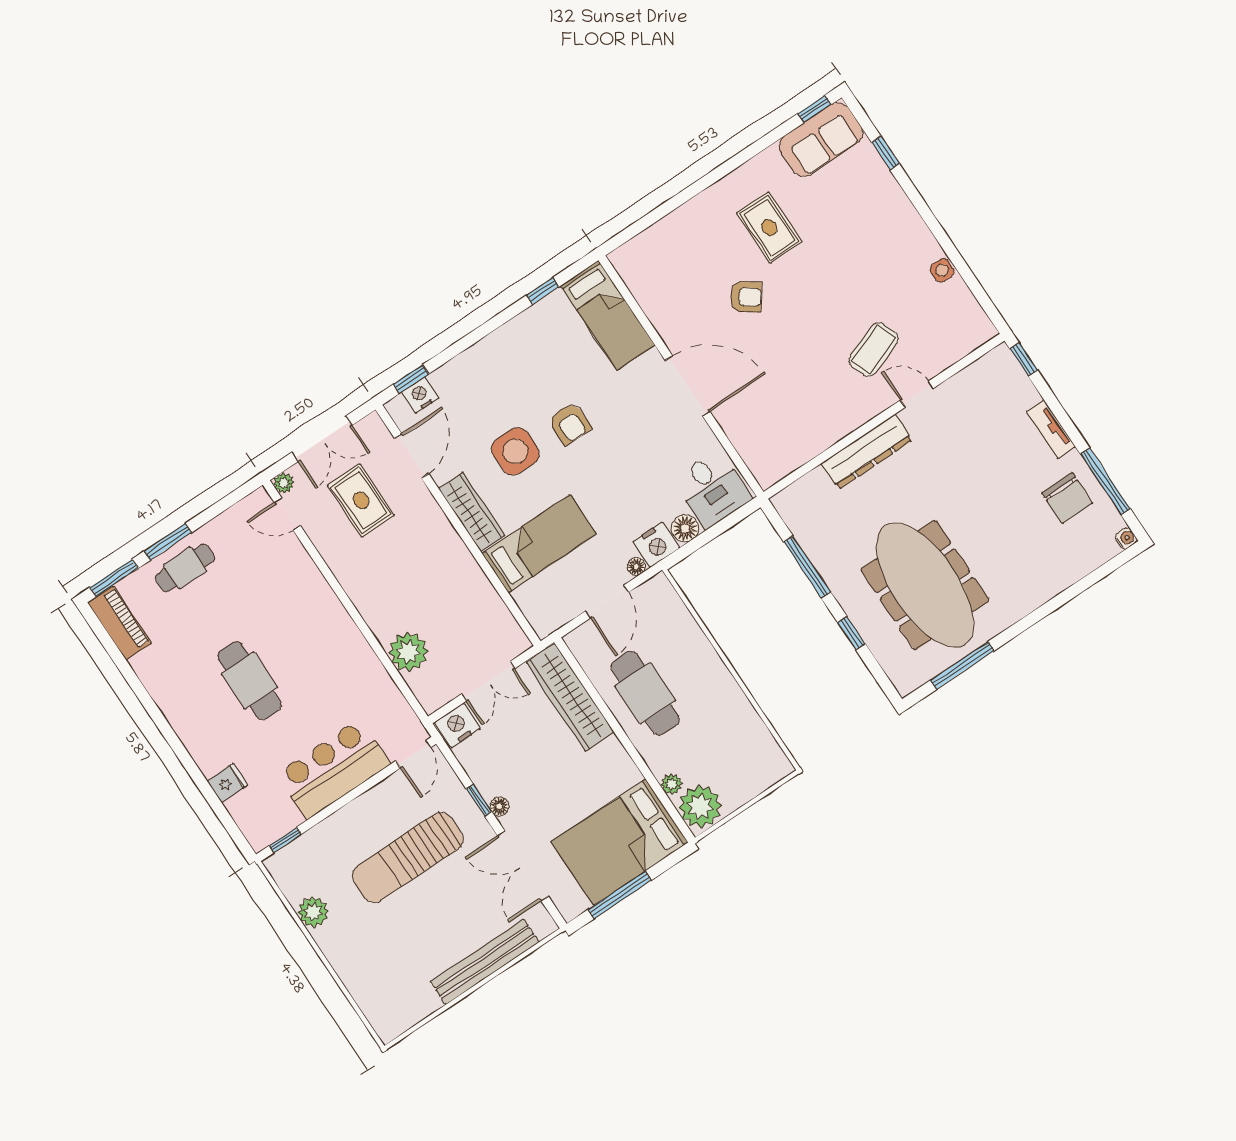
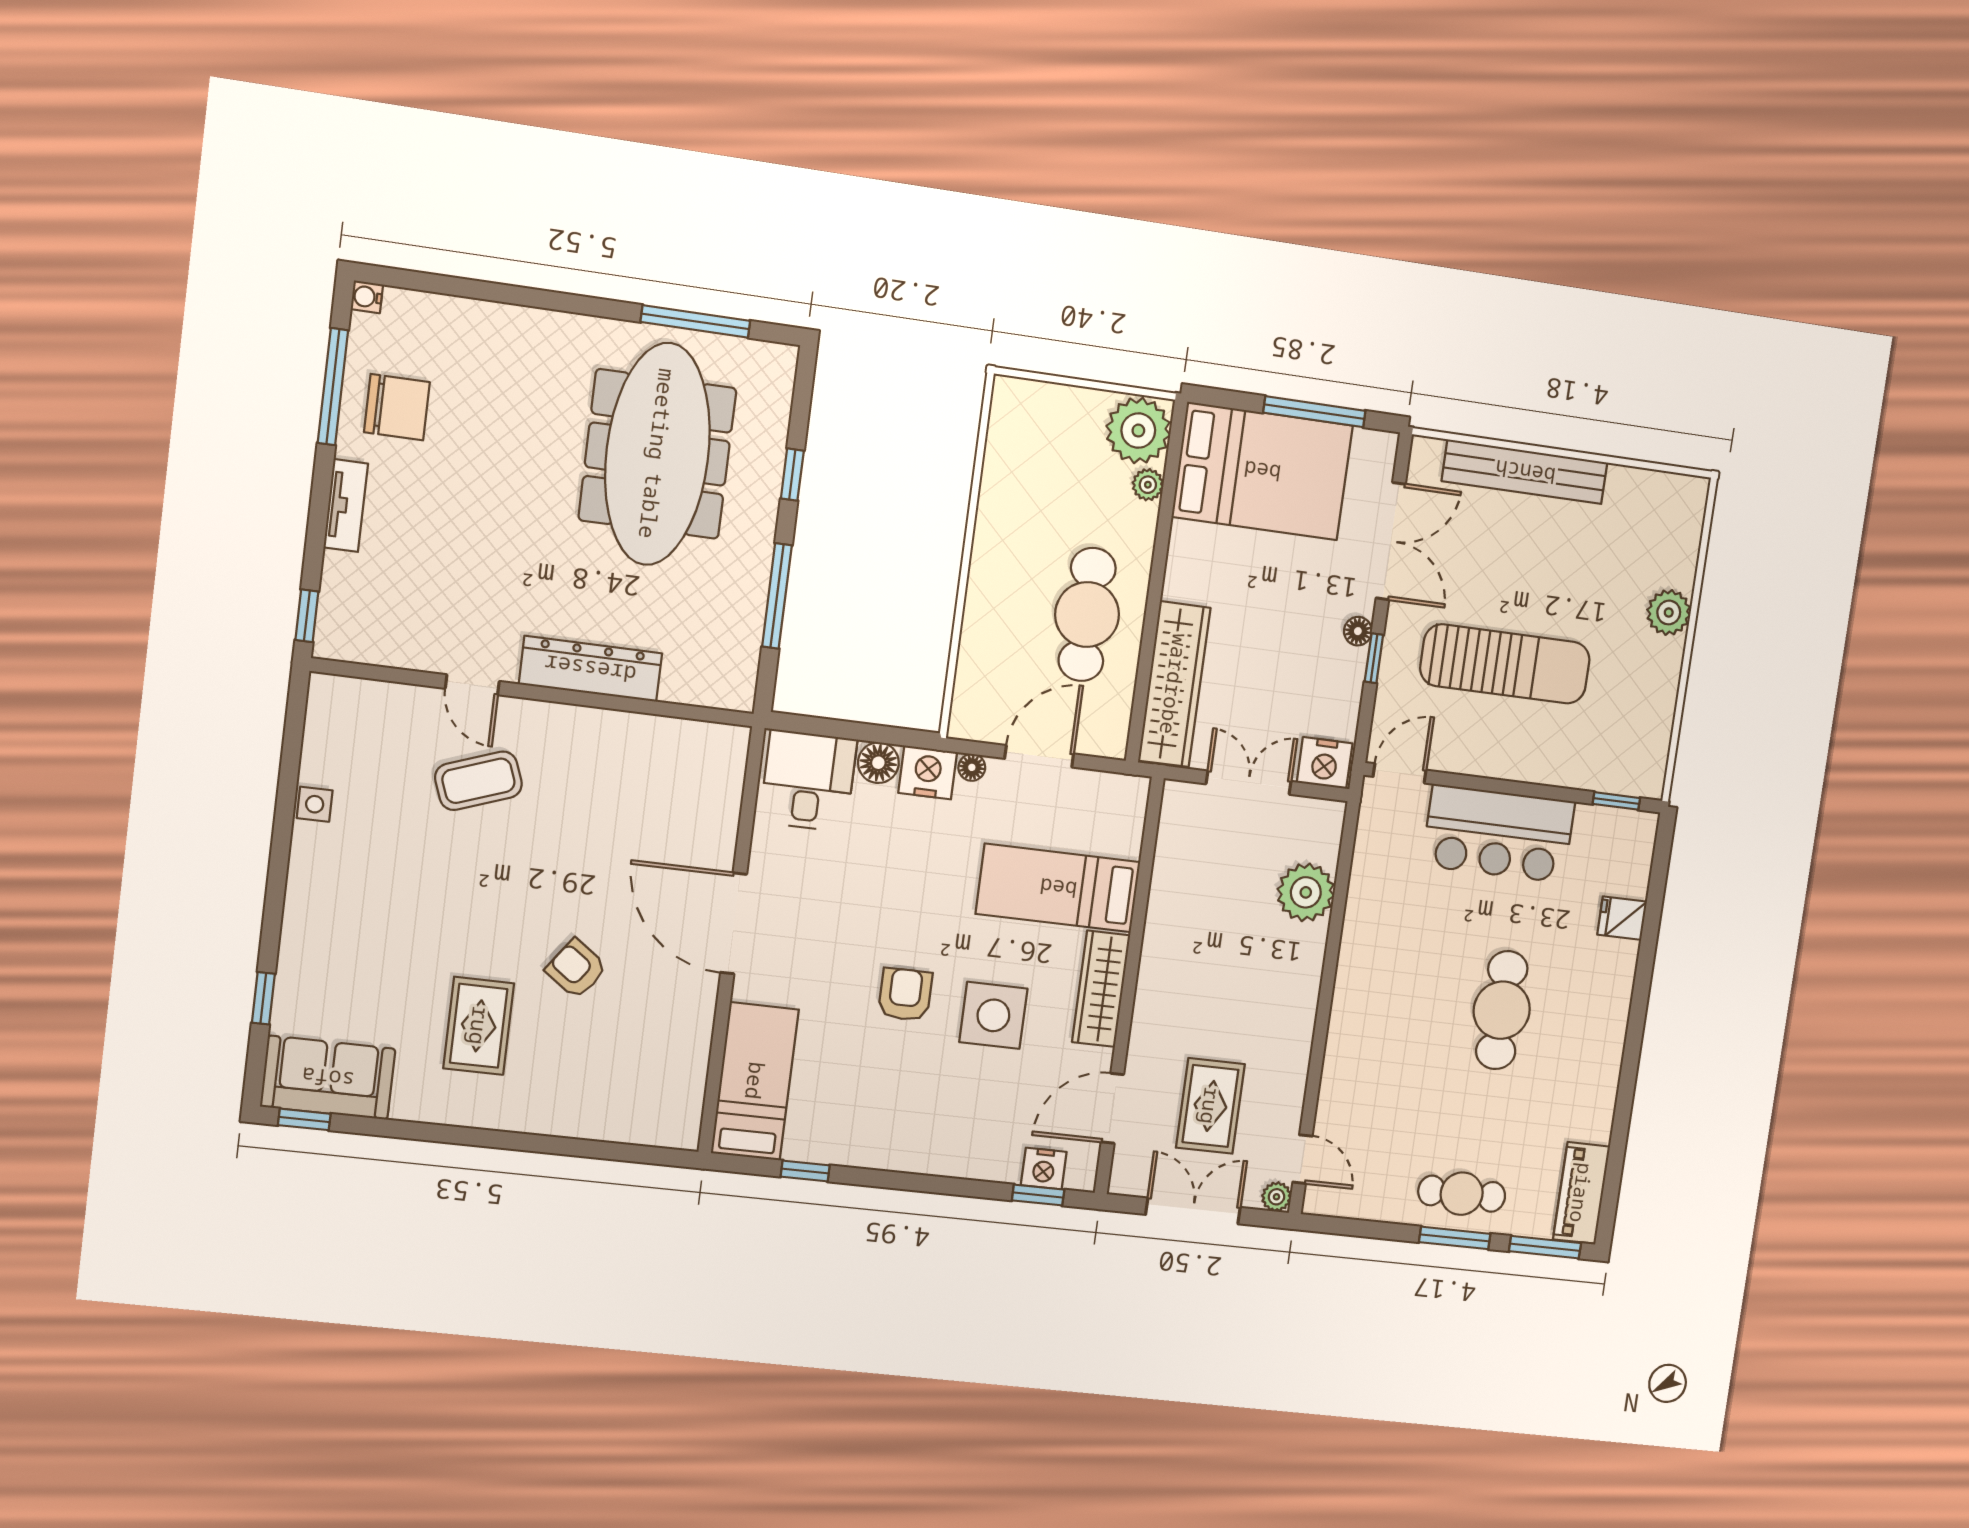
chair: (1067, 498) -> (397, 407), turned 90
plant: (313, 912) -> (1669, 613), moved

